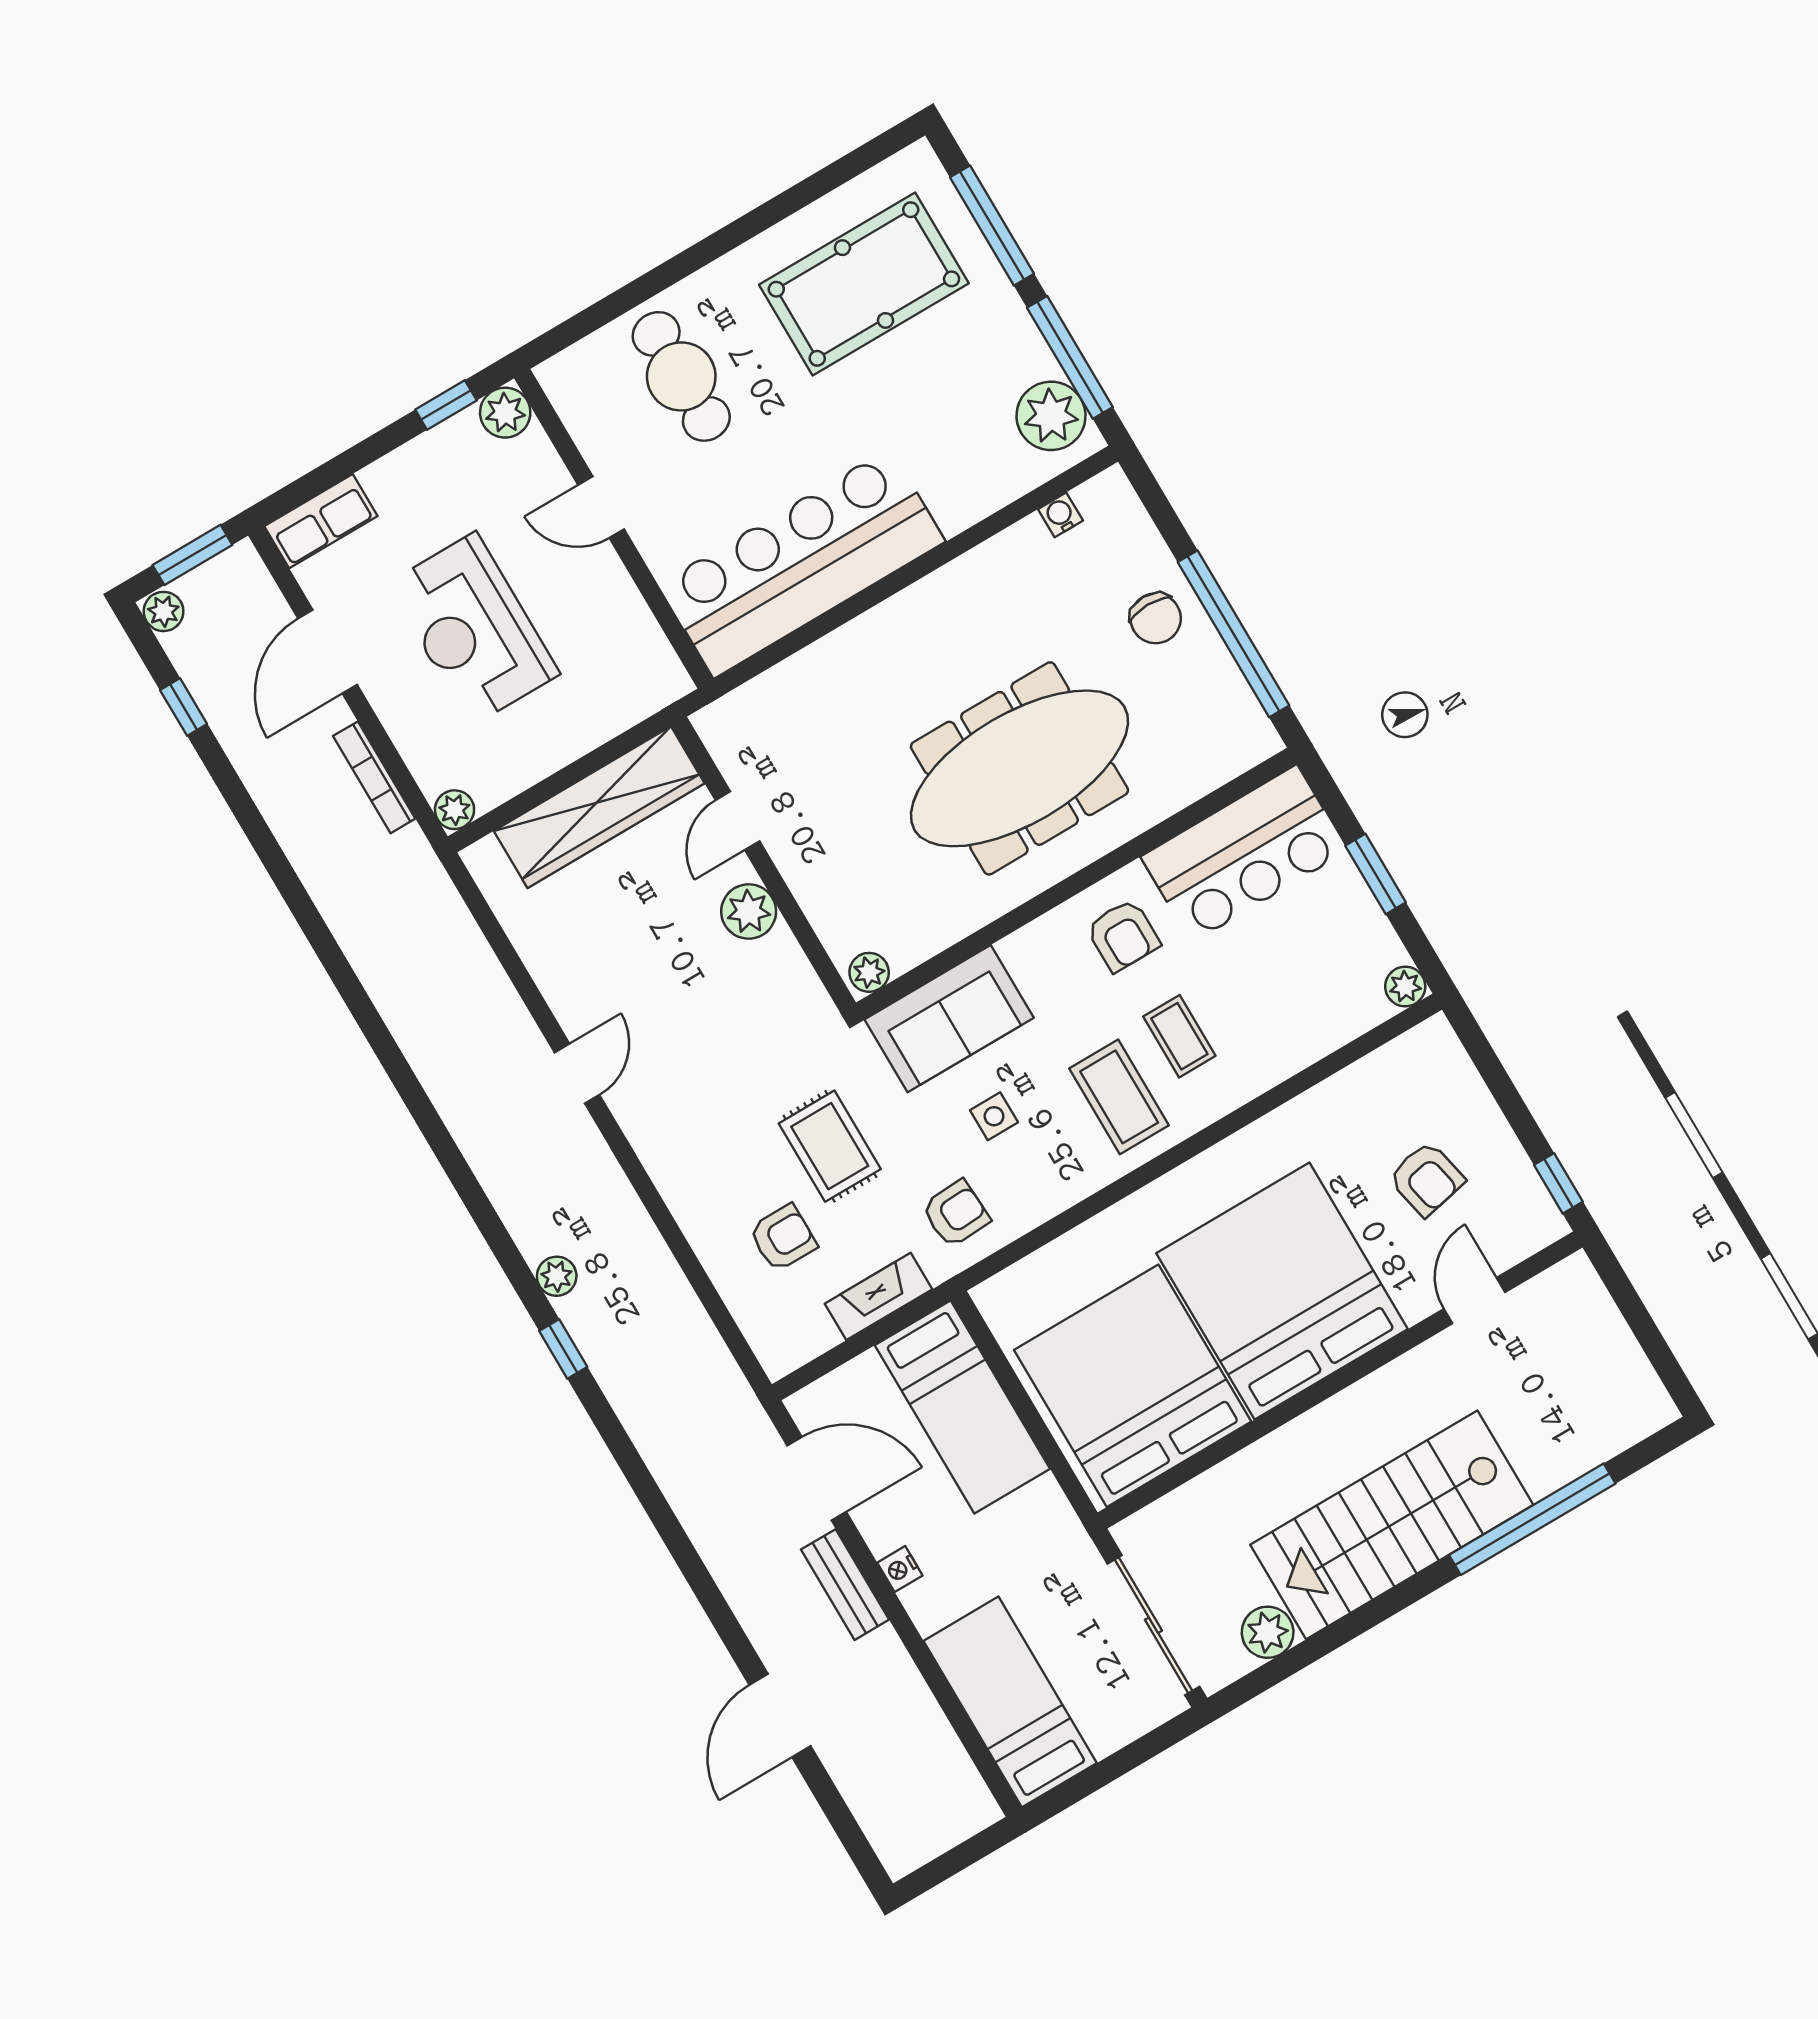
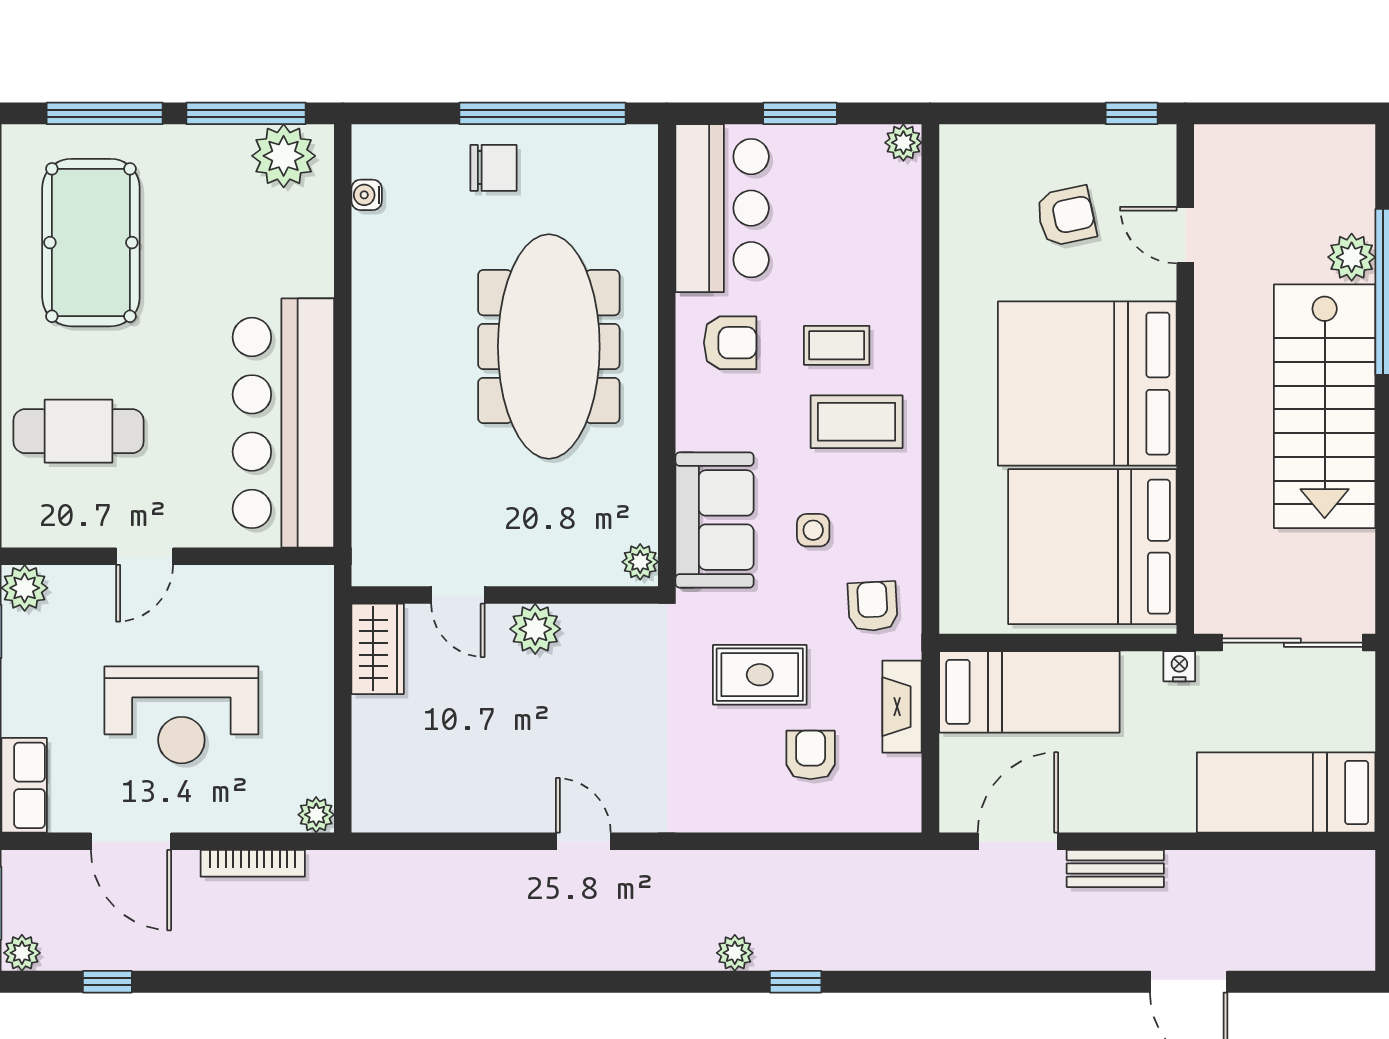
wardrobe: (599, 807) -> (378, 649), width x0.48, depth x0.85
nightstand: (900, 1569) -> (1179, 666), moved, turned 180
plant: (1268, 1632) -> (1352, 257), moved

